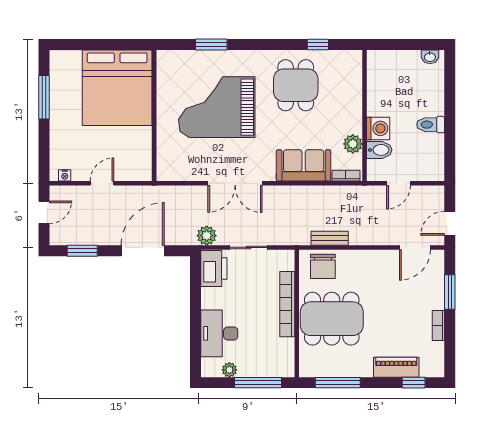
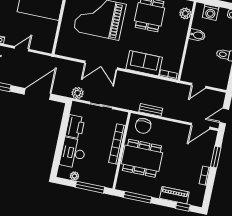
washing machine: (378, 128) -> (211, 12), moved, turned 90
plant: (353, 144) -> (185, 13), moved
bidet: (379, 150) -> (197, 35), moved
printer: (214, 268) -> (75, 127), moved

